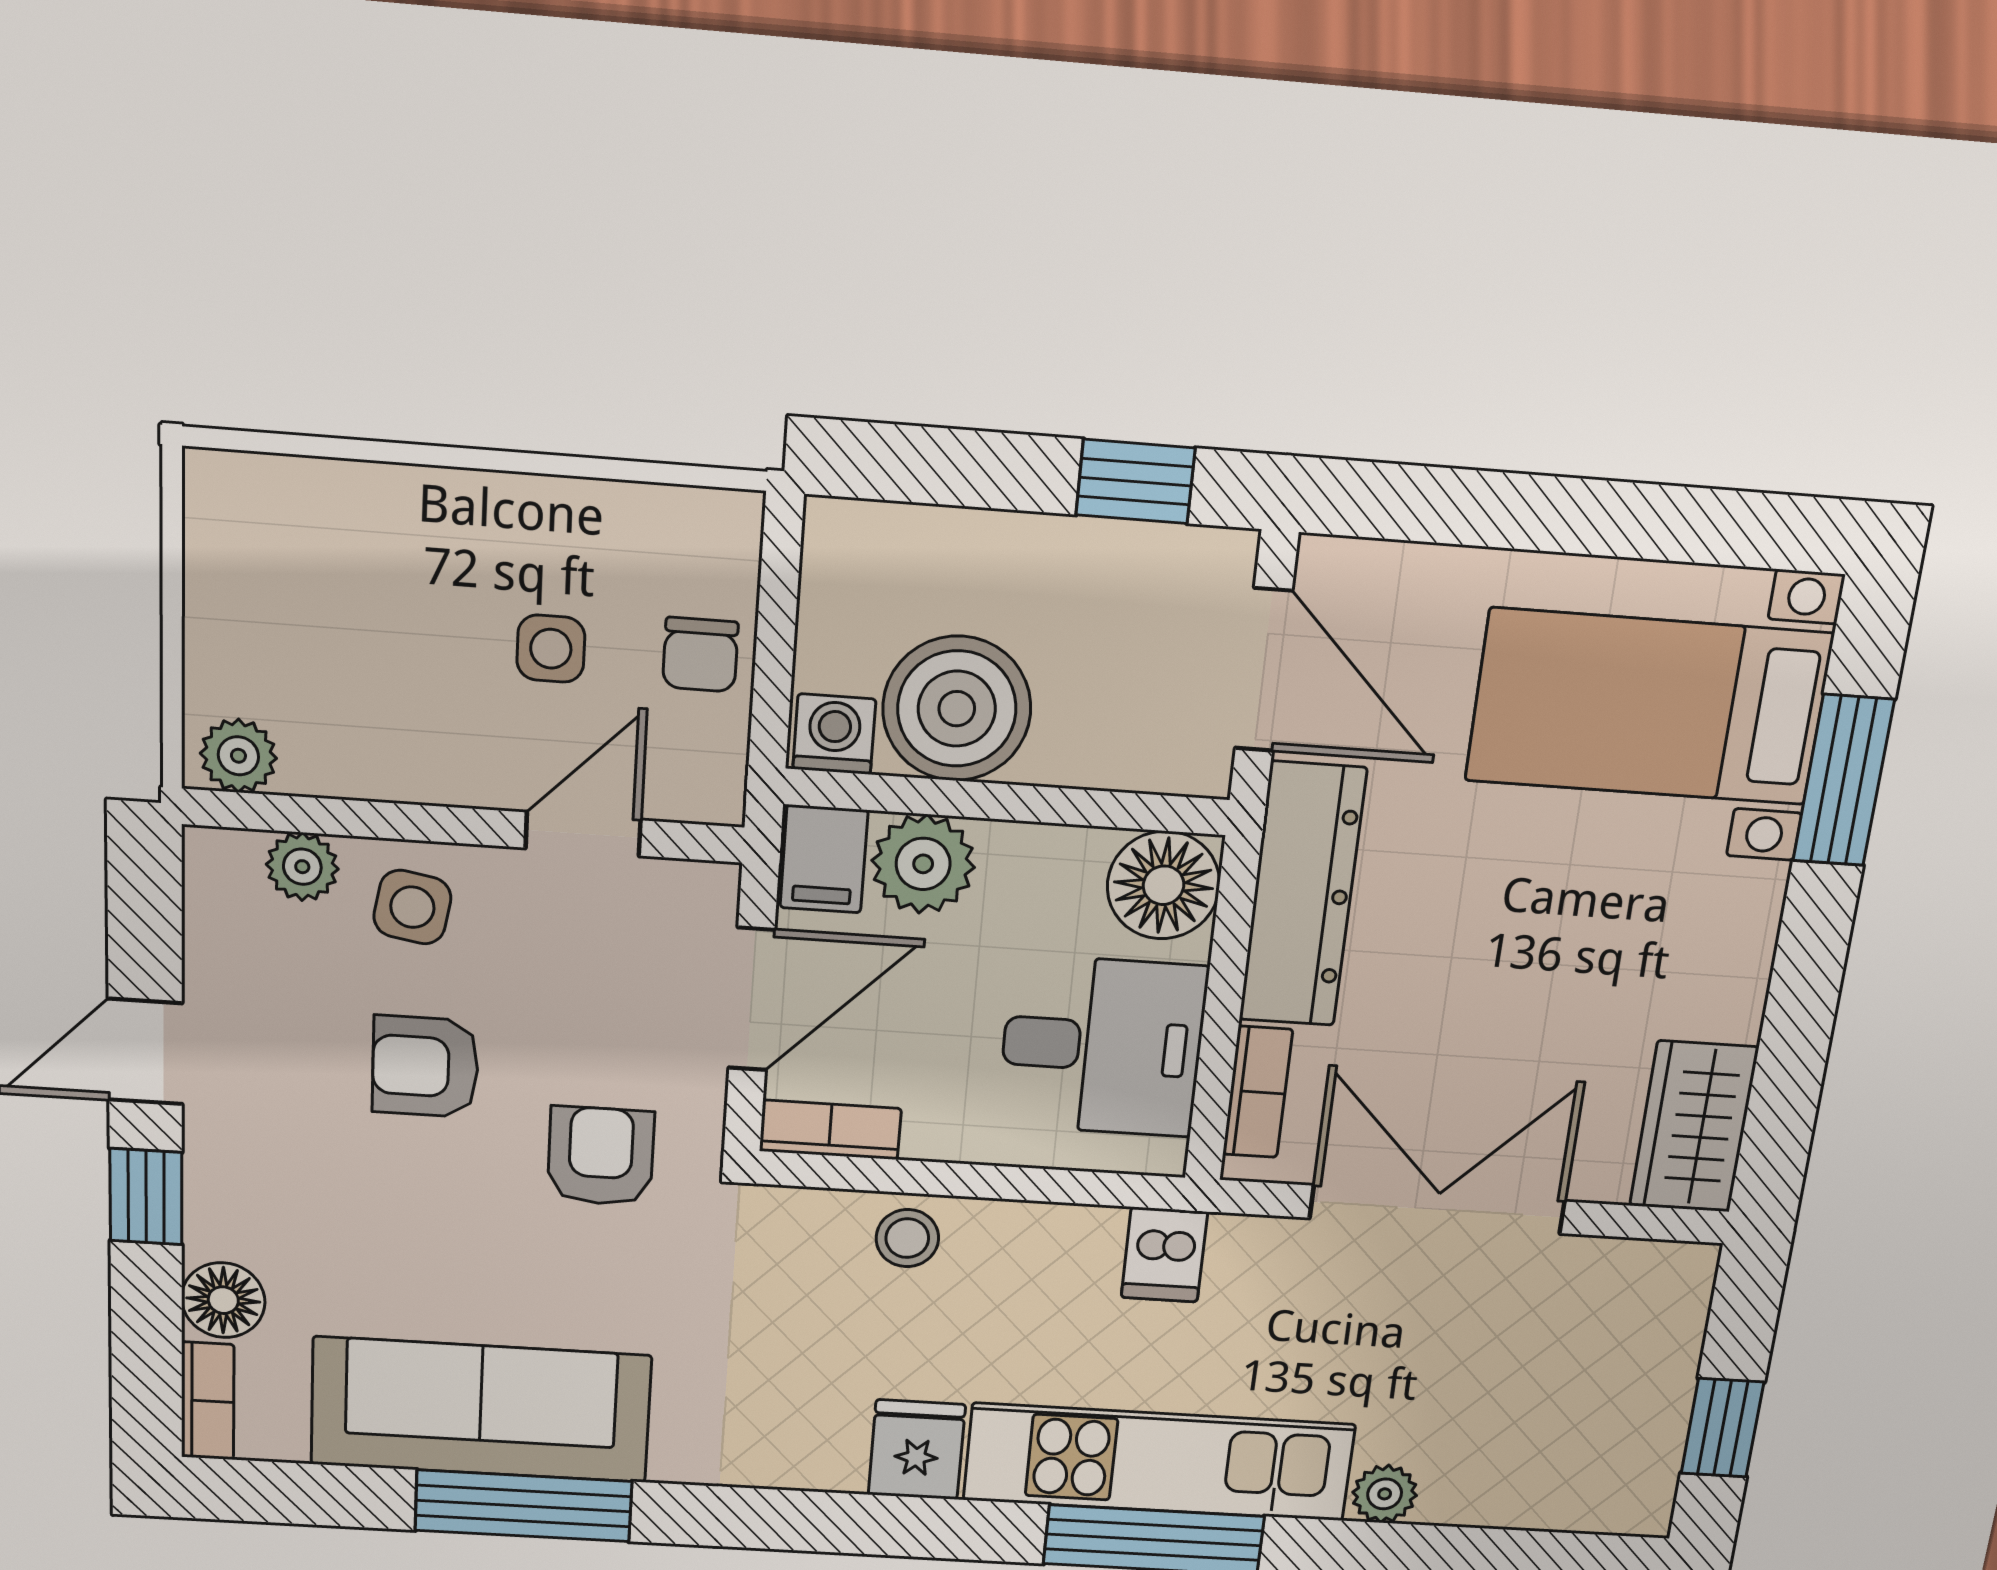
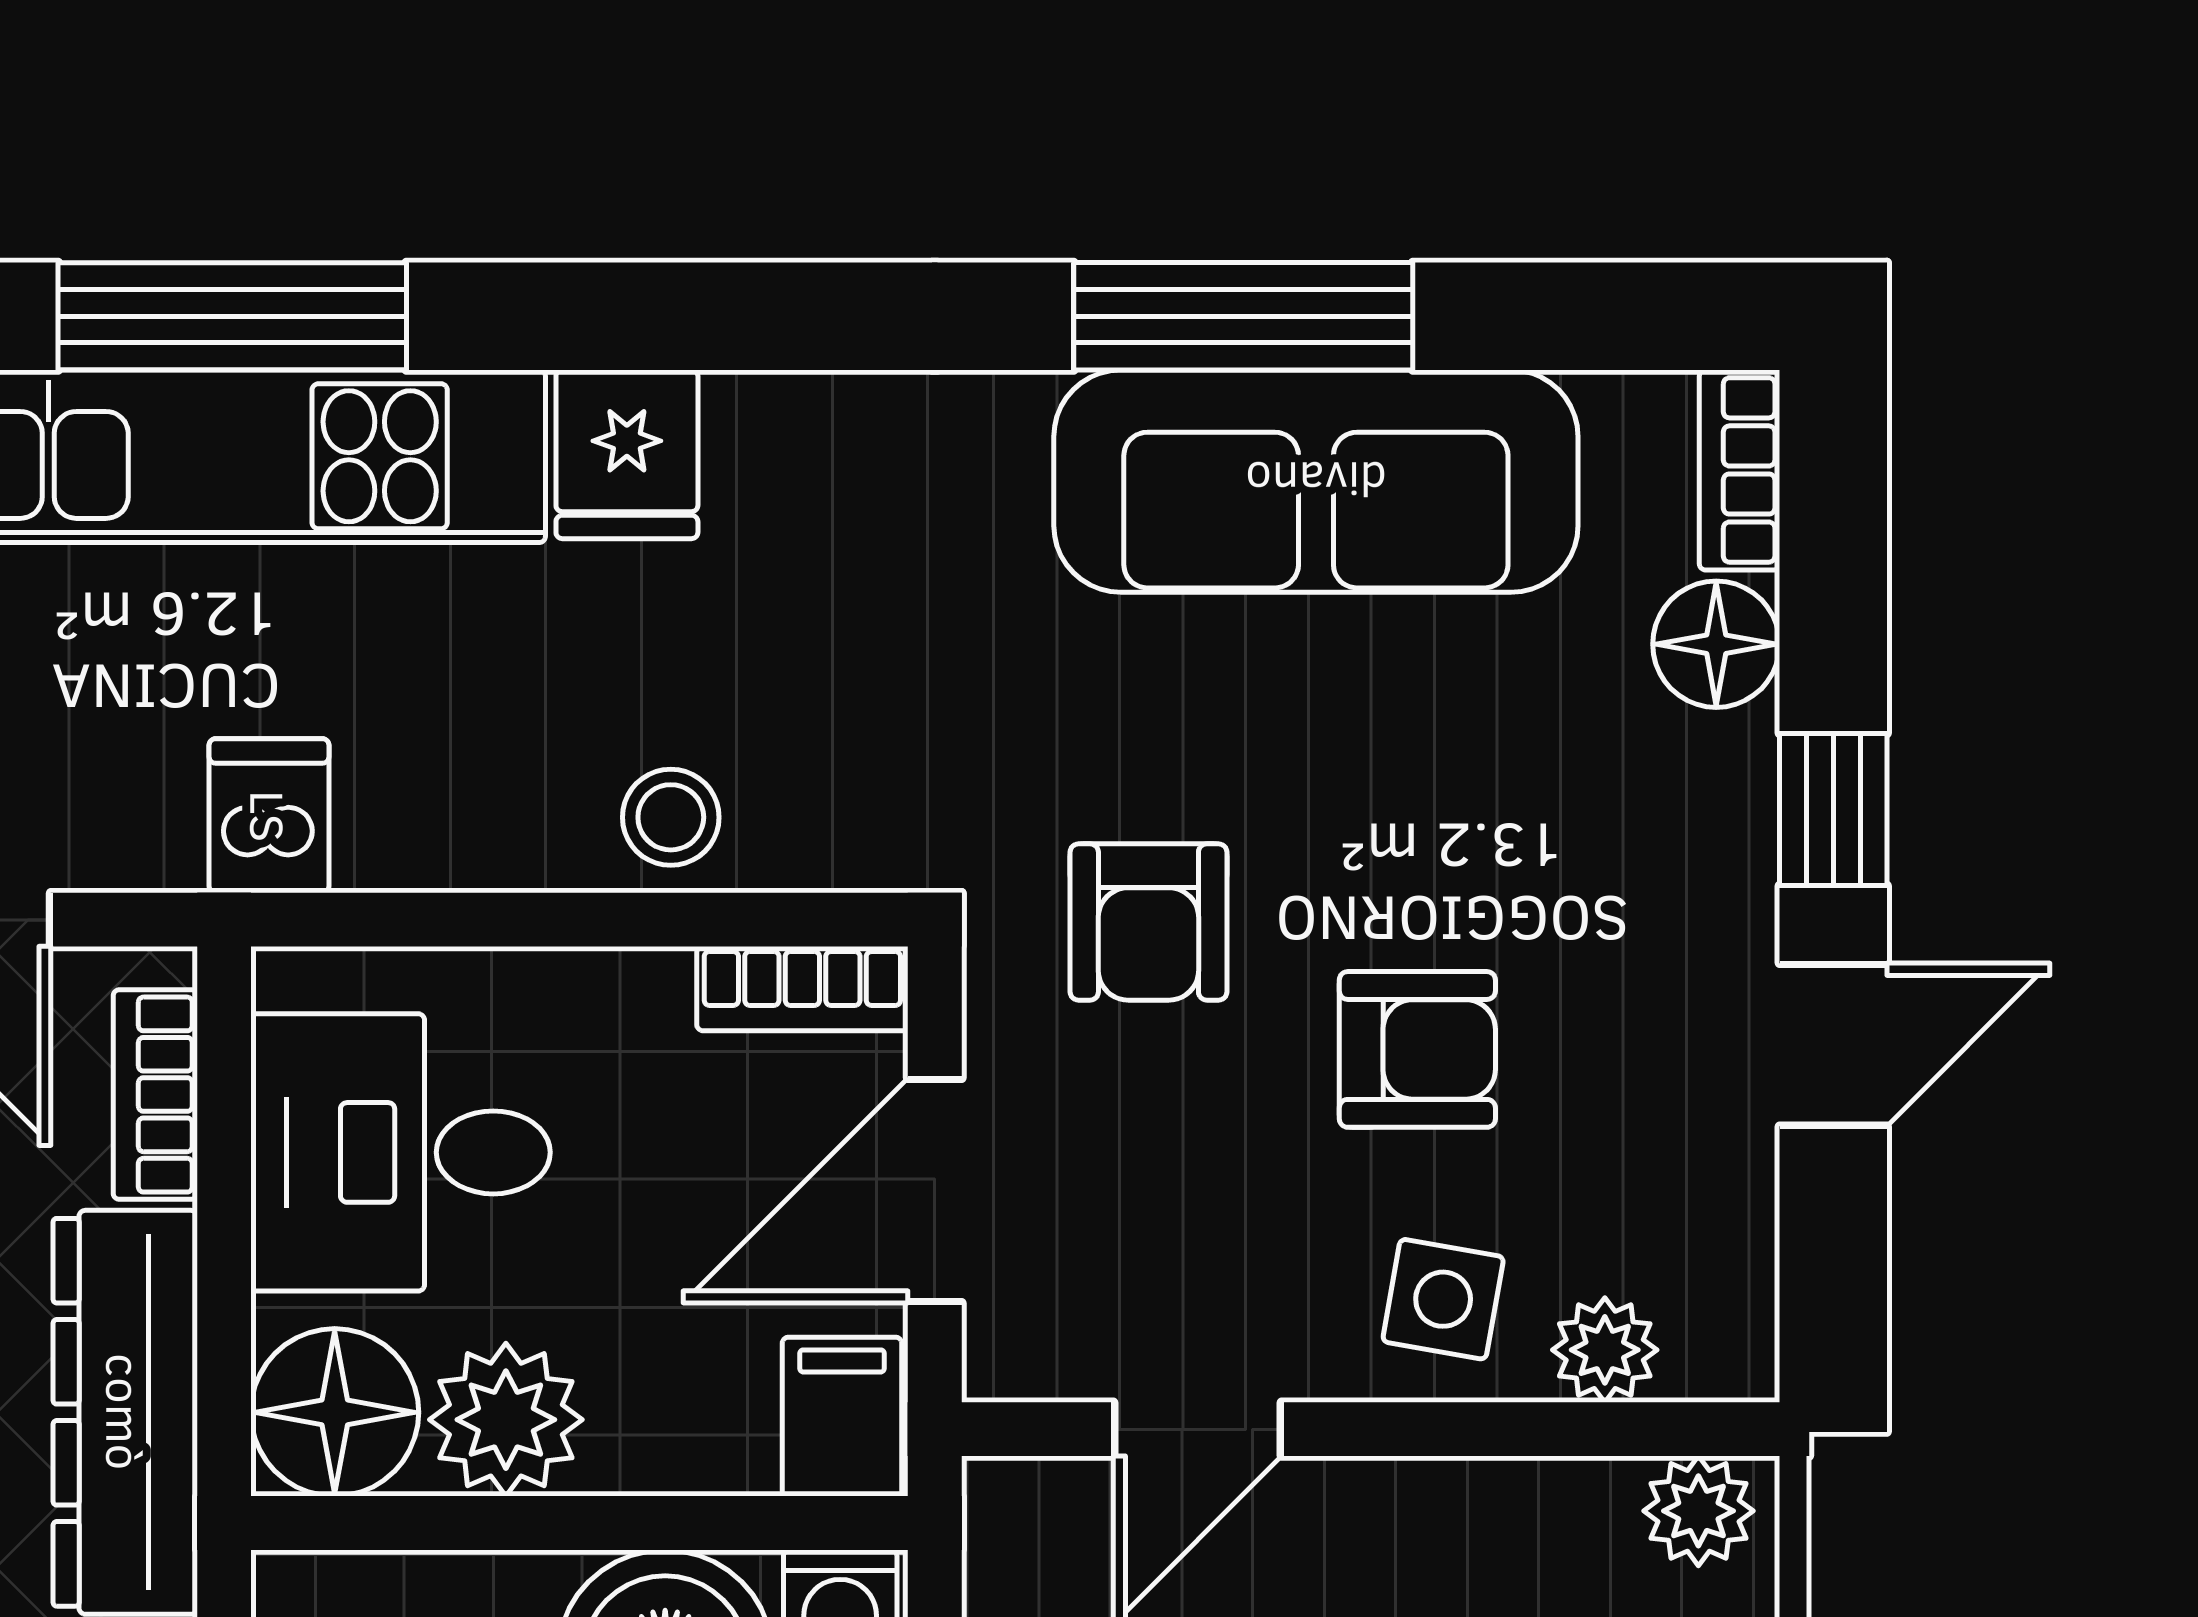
plant: (923, 864) -> (506, 1420), moved

